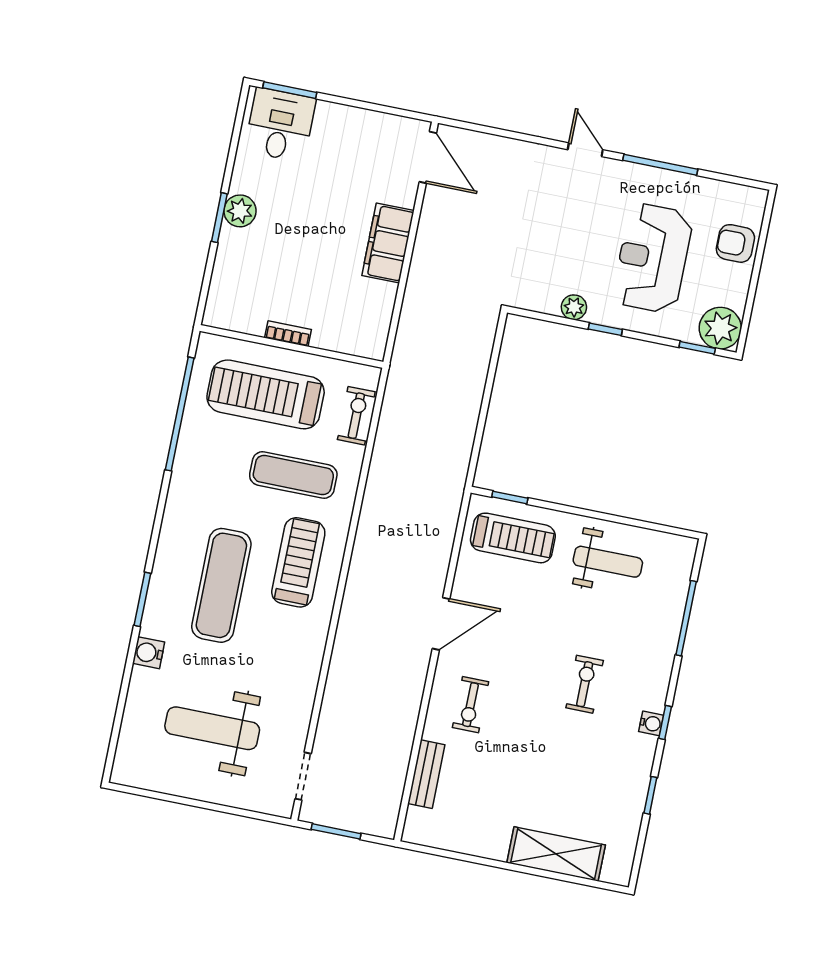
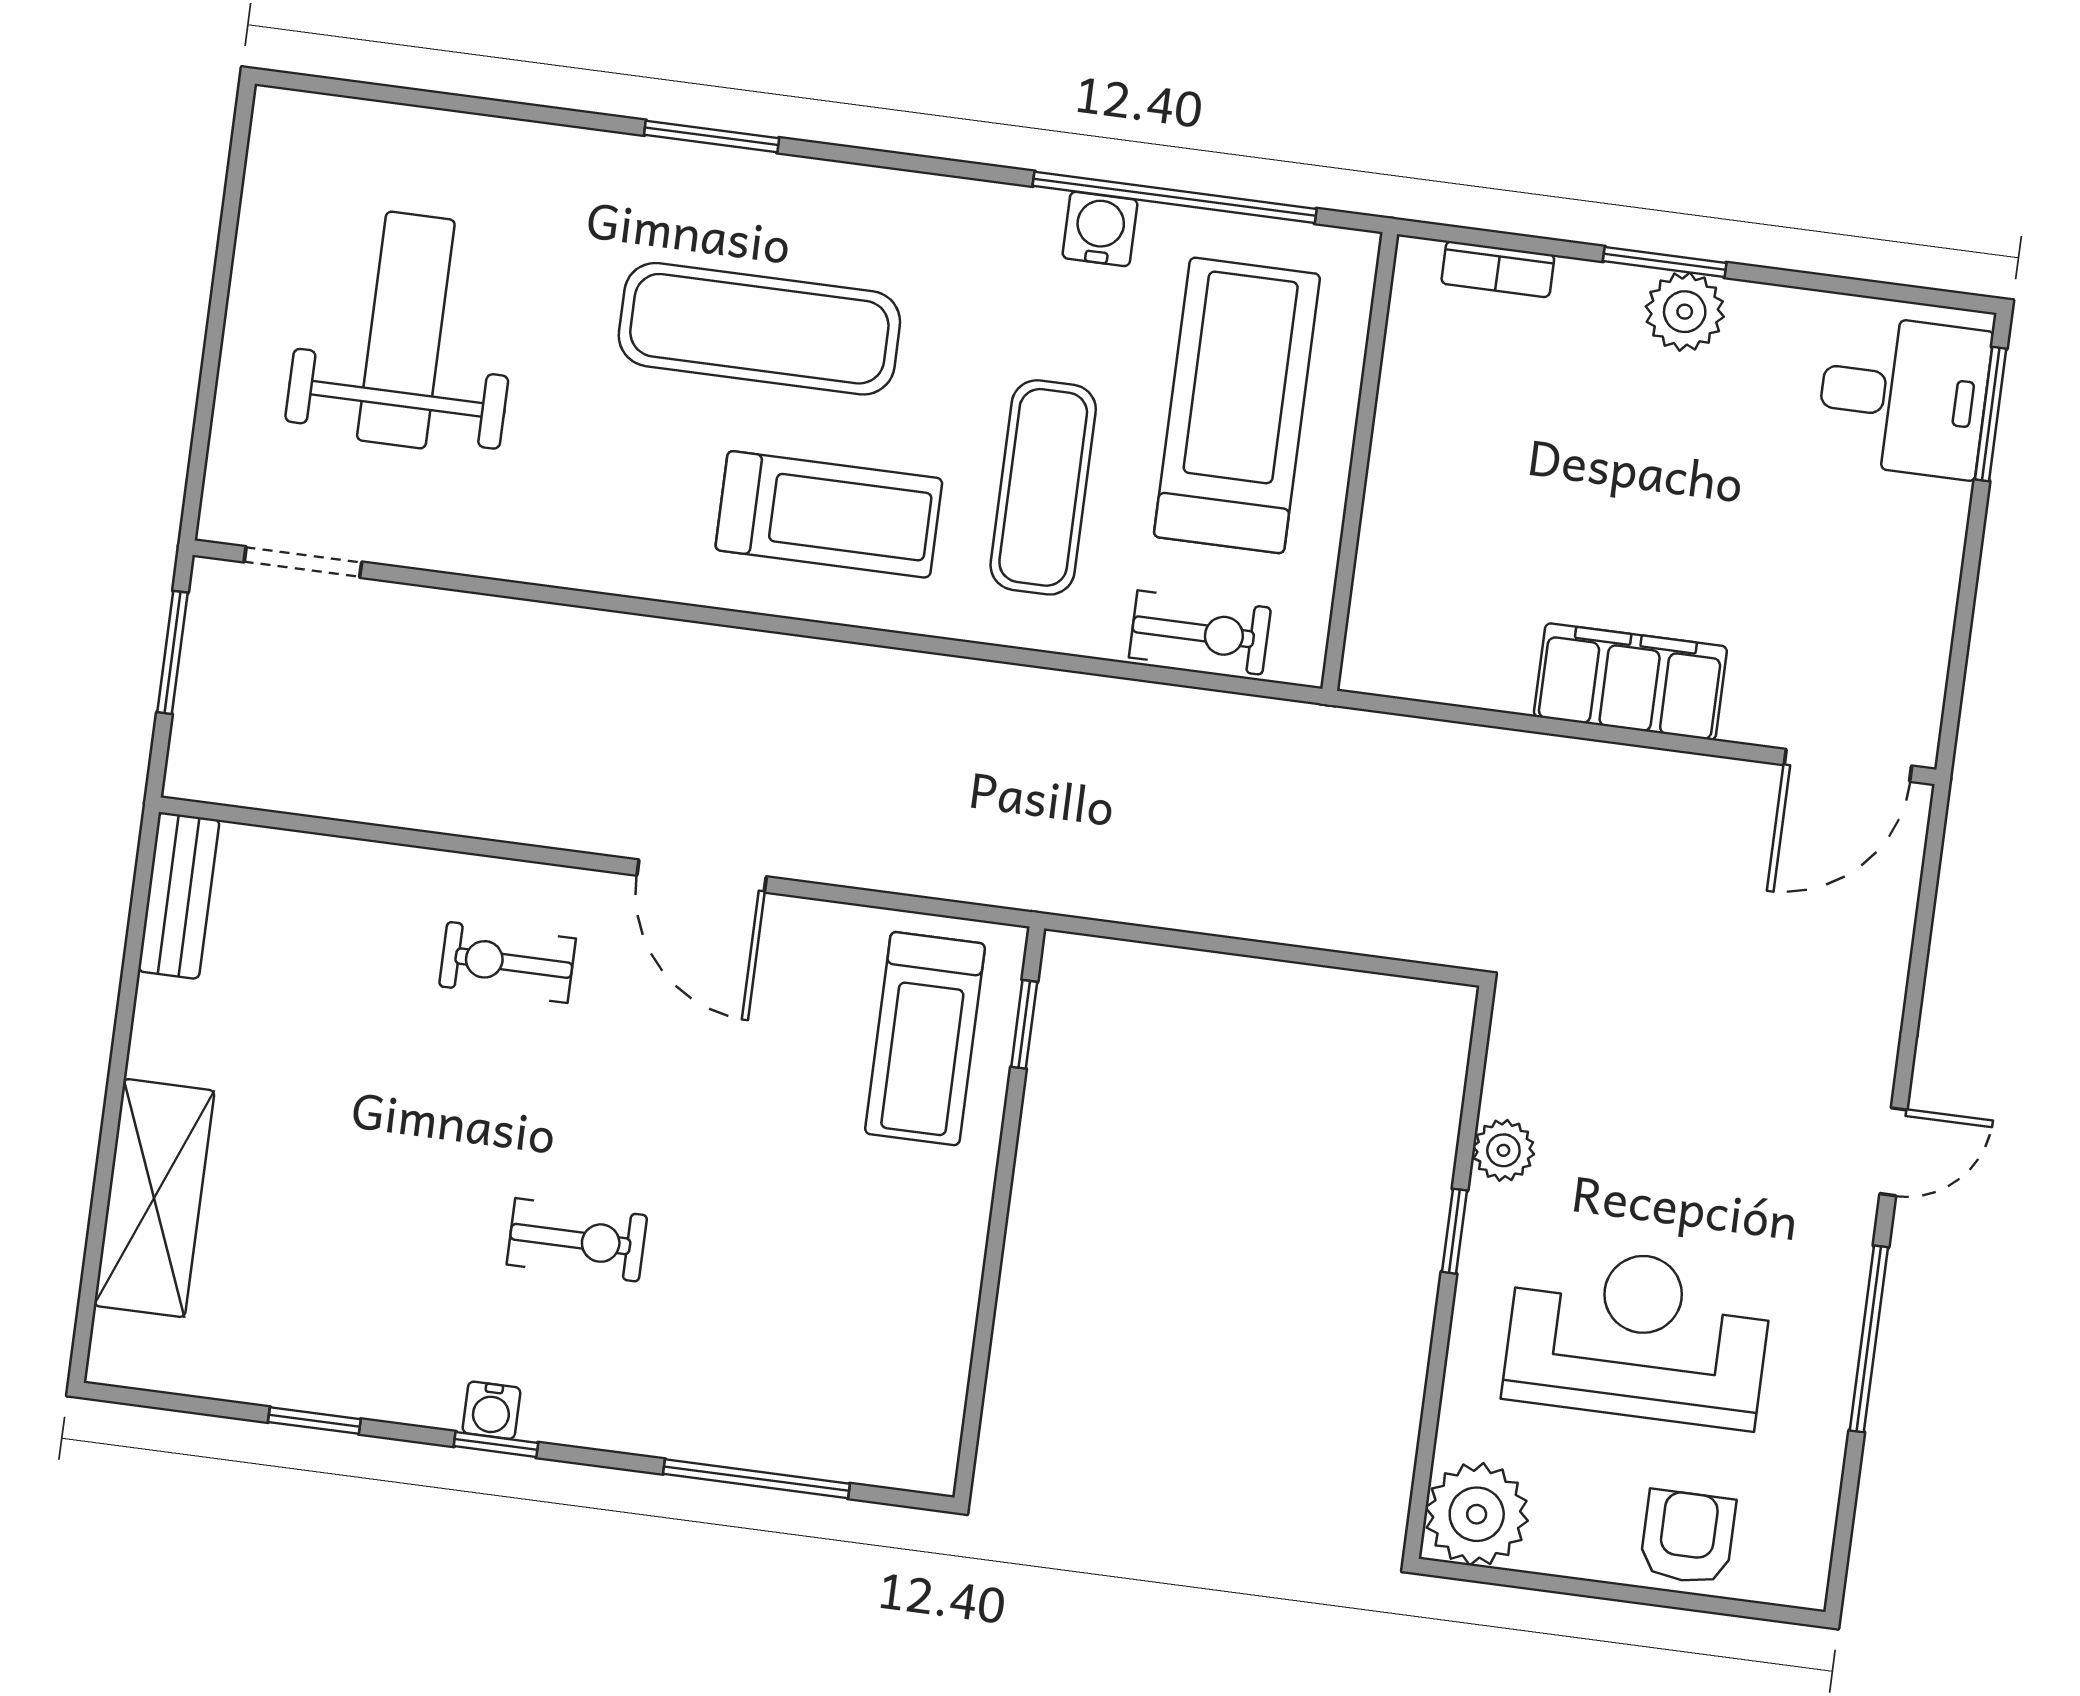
bookcase: (288, 334) -> (1498, 269), moved, turned 90
window: (697, 348) -> (1424, 1461), removed
weight bench: (608, 562) -> (882, 1276), removed
water cooler: (149, 653) -> (1100, 229), moved
bench: (426, 774) -> (179, 896), moved, turned 90

